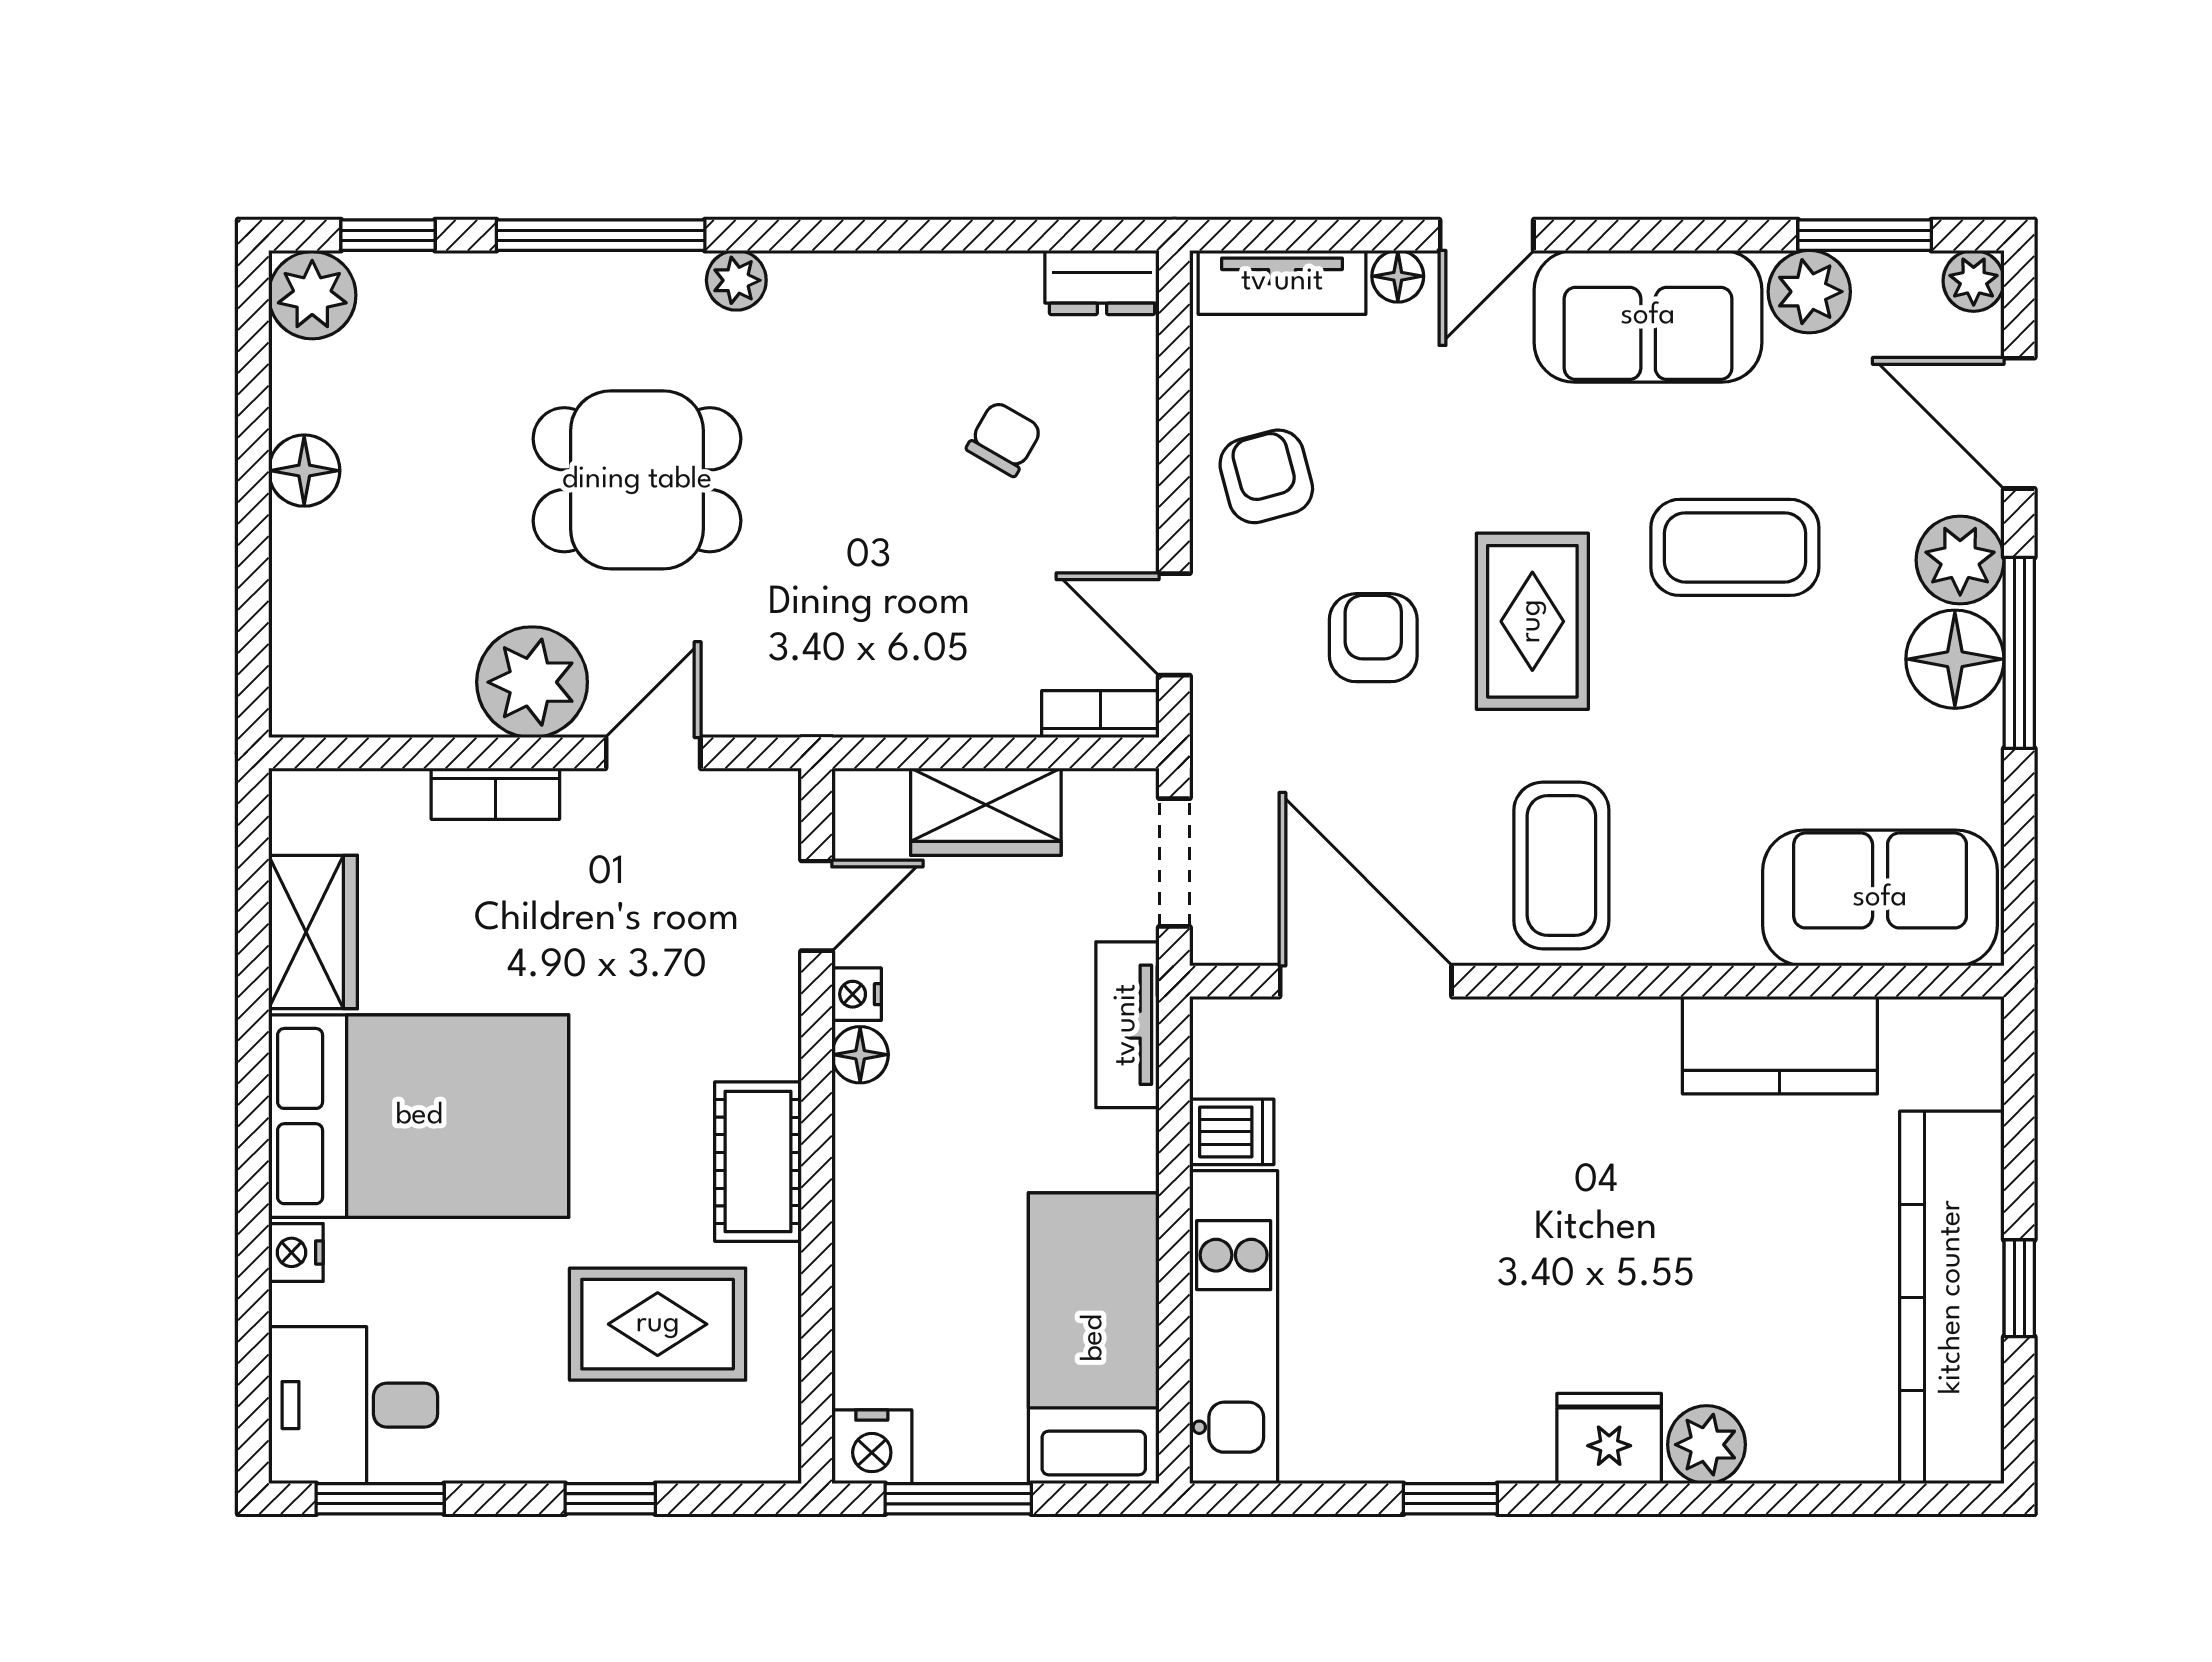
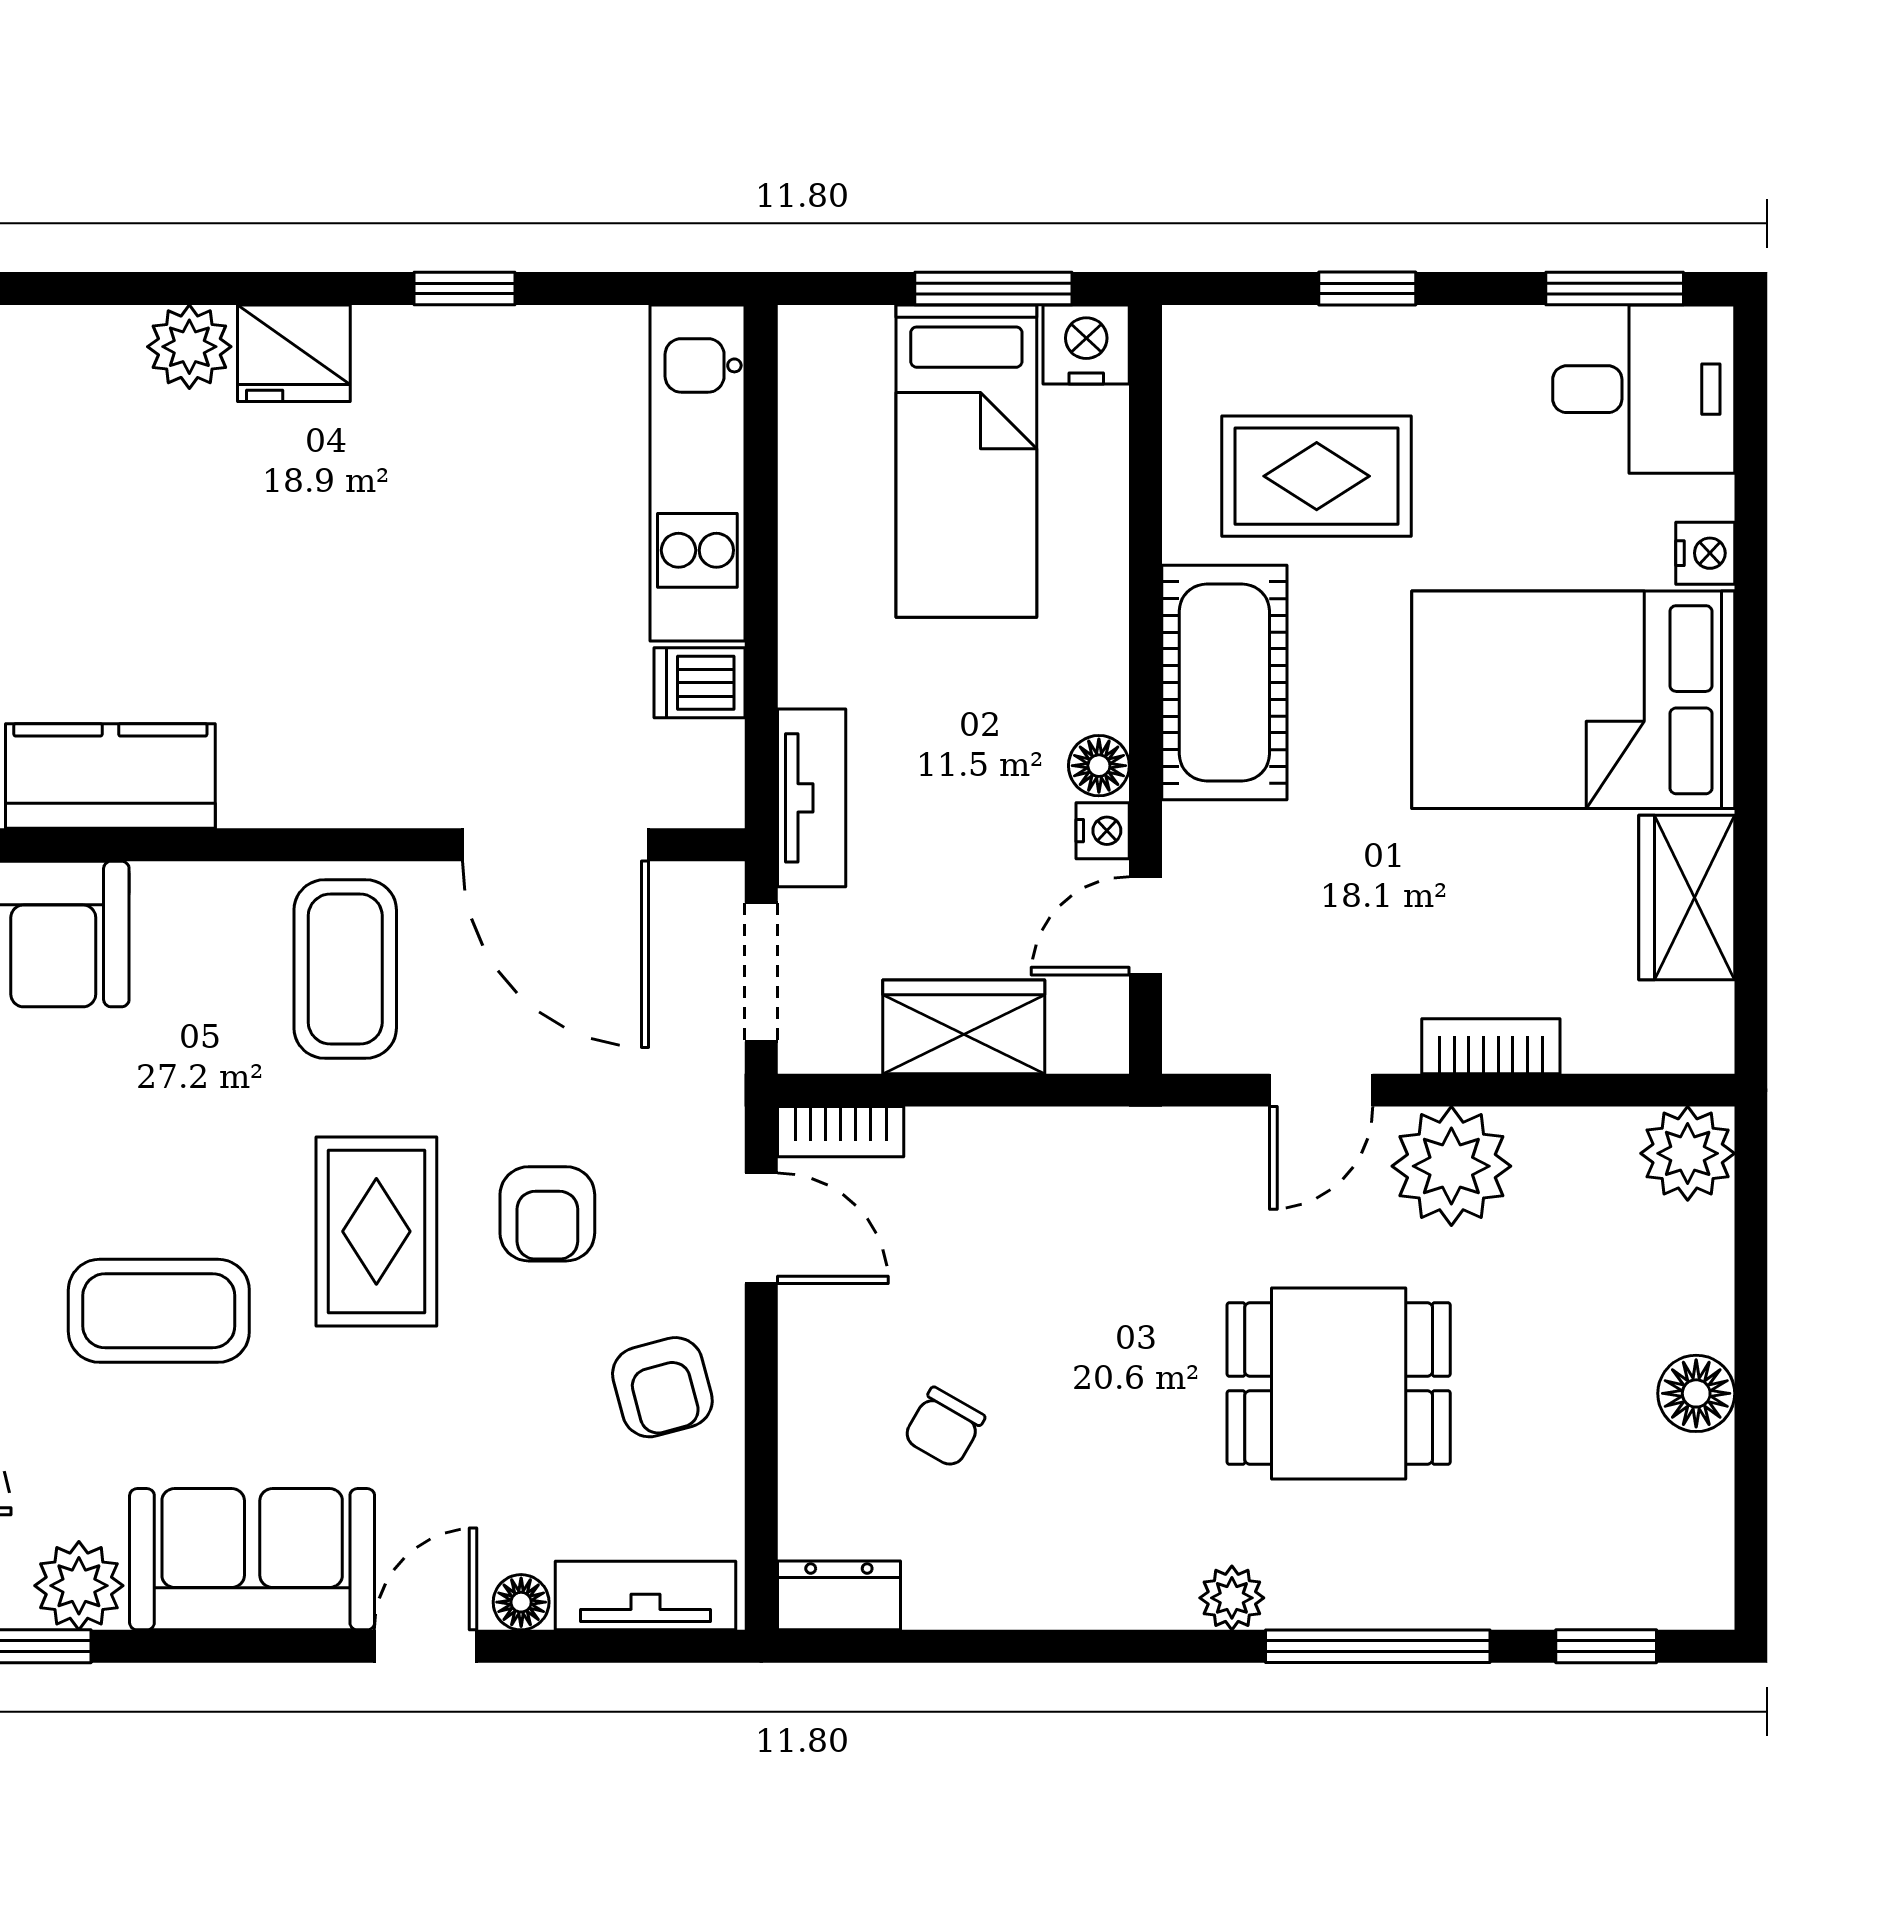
plant: (312, 295) -> (1688, 1153), moved
cot: (758, 1162) -> (1224, 682), width x1.37, depth x1.34
bed: (1094, 1338) -> (966, 461), moved

